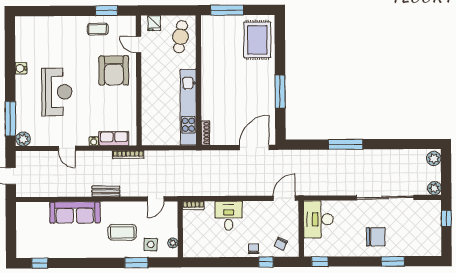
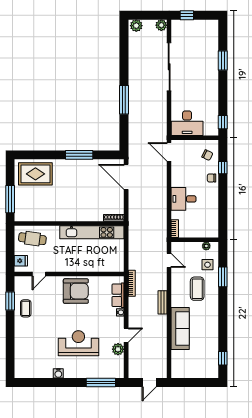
armchair: (114, 70) -> (76, 291), moved
plant: (23, 139) -> (118, 349), moved
chair: (376, 237) -> (202, 75), removed

